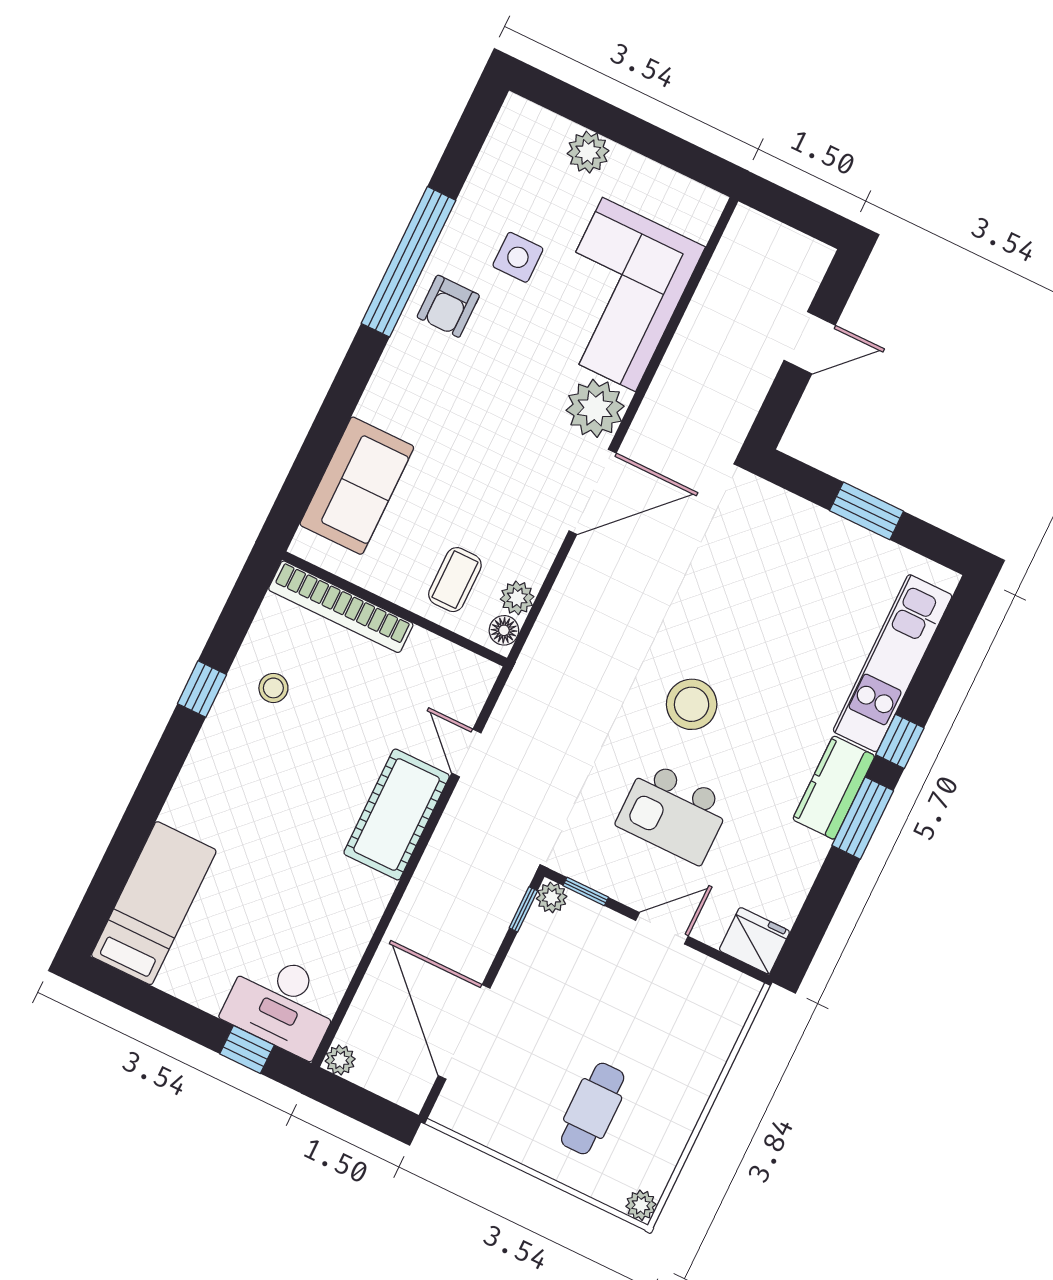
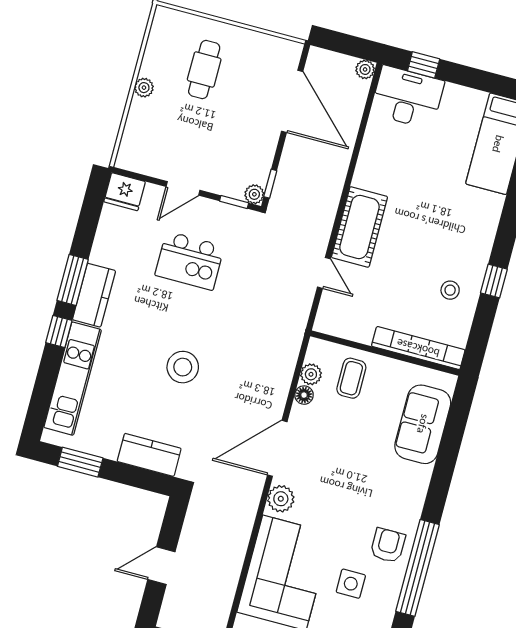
plant: (595, 408) -> (281, 499), width x0.73, depth x0.73
window: (867, 511) -> (80, 462), moved
kitchen counter: (795, 520) -> (149, 455), added
floor lamp: (504, 630) -> (304, 395), moved
stool: (692, 704) -> (183, 367), moved
kitchen island: (673, 813) -> (190, 261), turned 180
plant: (641, 1205) -> (144, 88), moved

